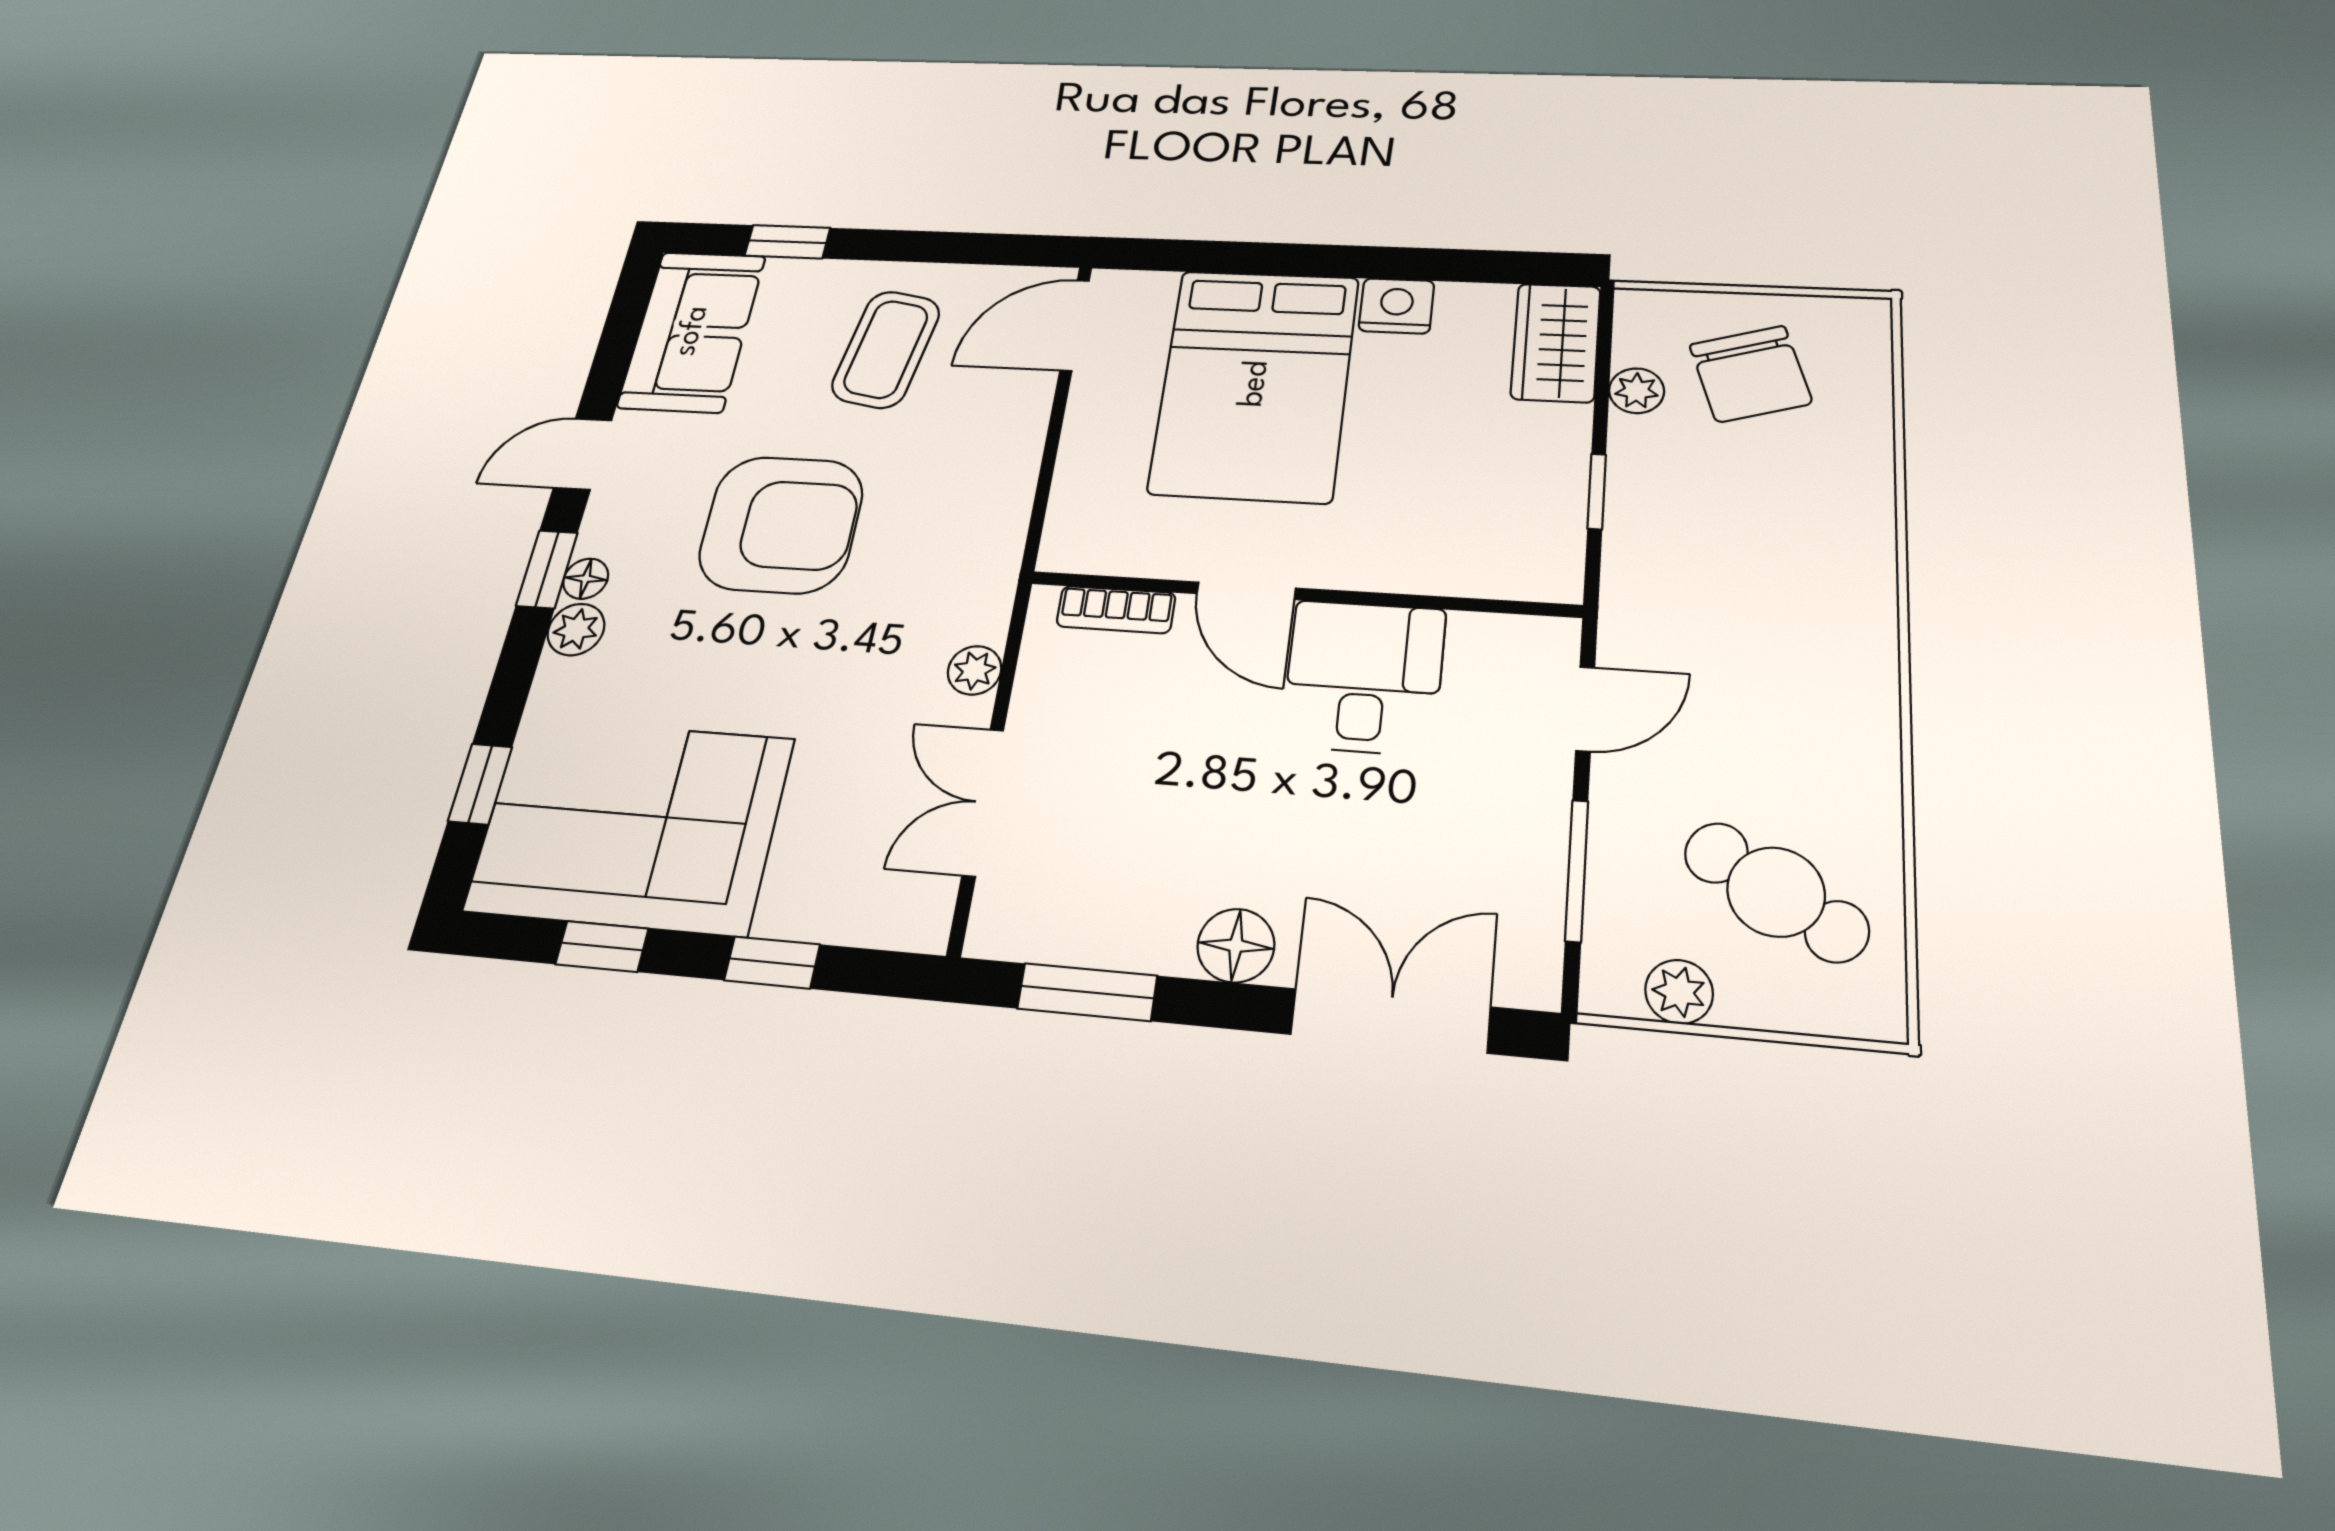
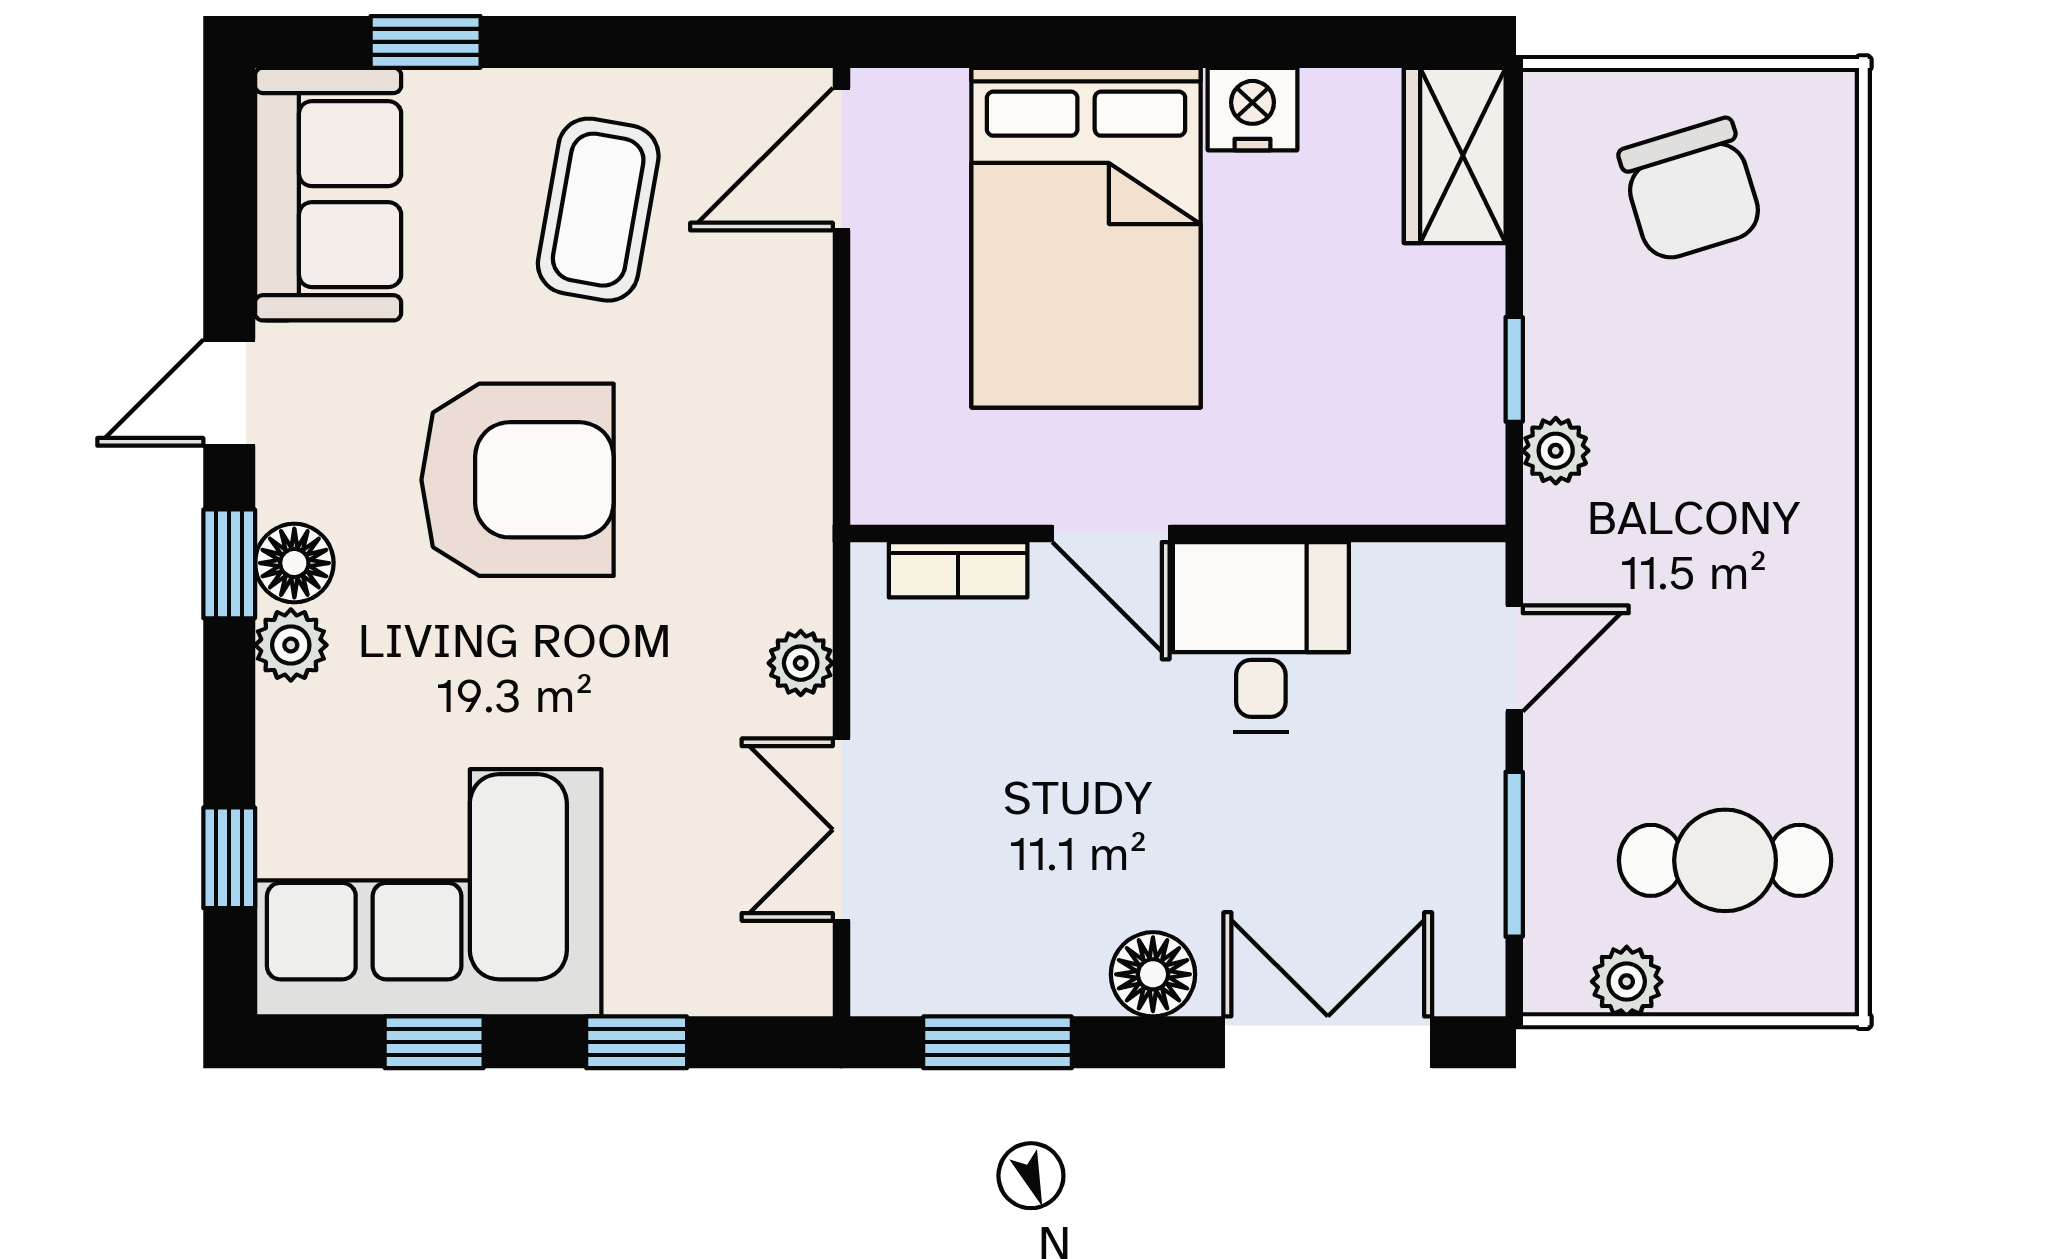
plant: (1637, 391) -> (1556, 451), moved
floor lamp: (586, 579) -> (294, 563), width x1.37, depth x1.37
cafe table: (1776, 892) -> (1725, 860), turned -32

